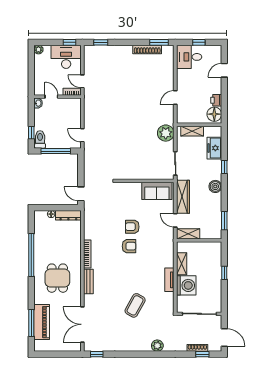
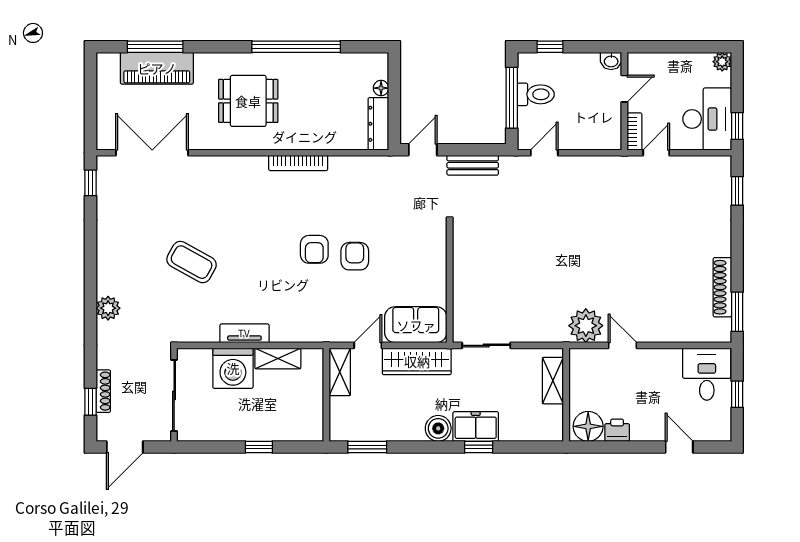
plant: (166, 133) -> (586, 326), moved
toilet: (40, 139) -> (536, 94), moved
freezer: (214, 148) -> (476, 427), moved
sofa: (157, 191) -> (416, 325), moved, turned 90
bench: (88, 282) -> (473, 165), moved

